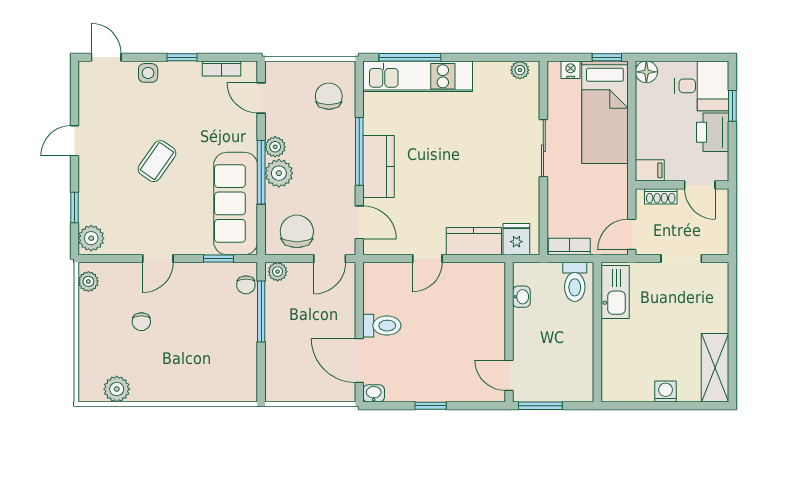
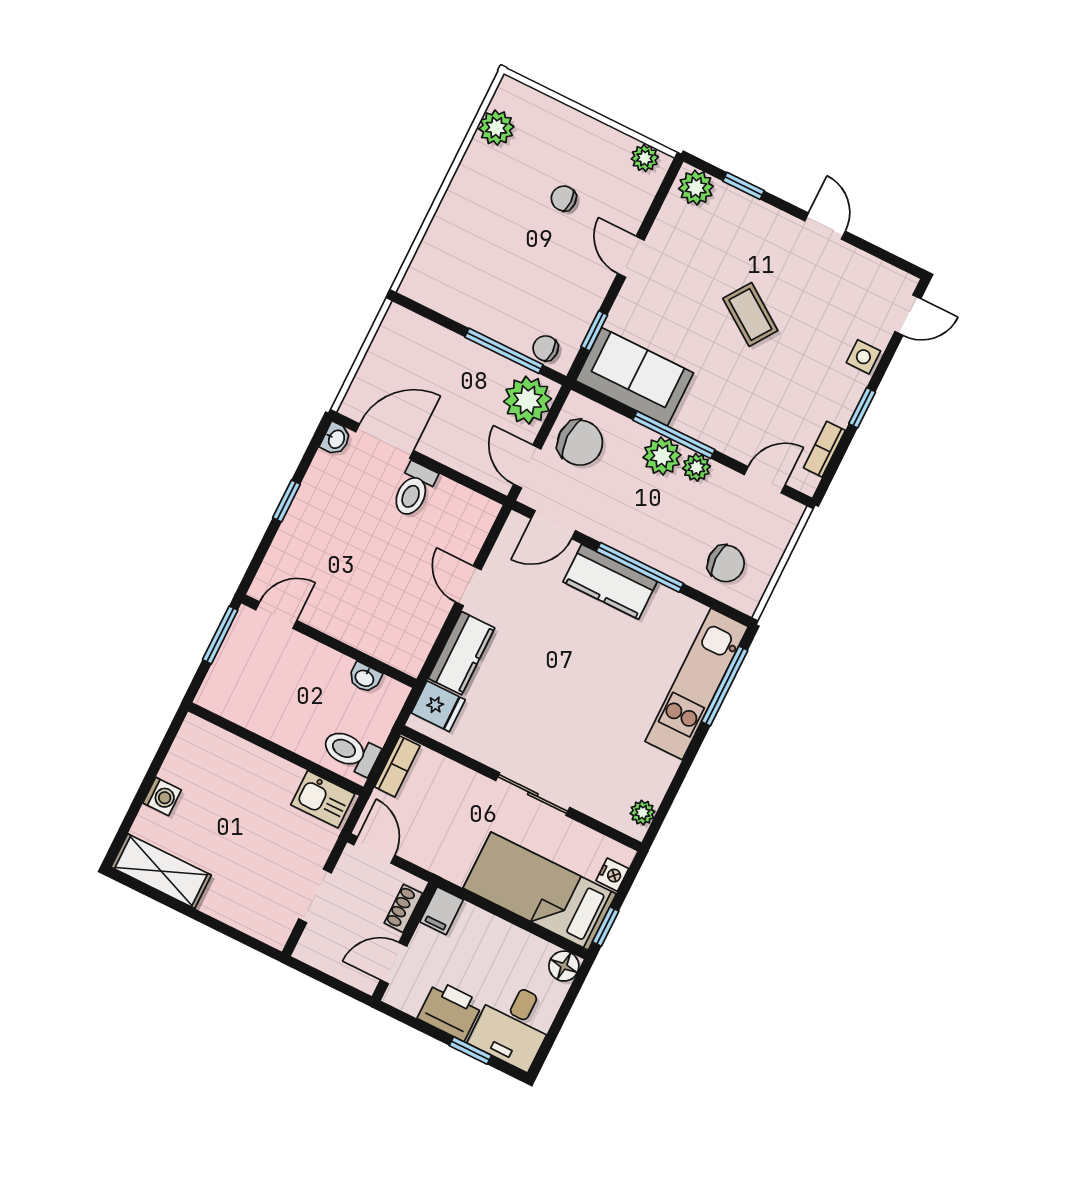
sofa: (236, 203) -> (634, 377), width x0.73
plant: (278, 272) -> (528, 400), width x1.88, depth x1.88
kitchen sink: (615, 292) -> (323, 799), width x0.73

